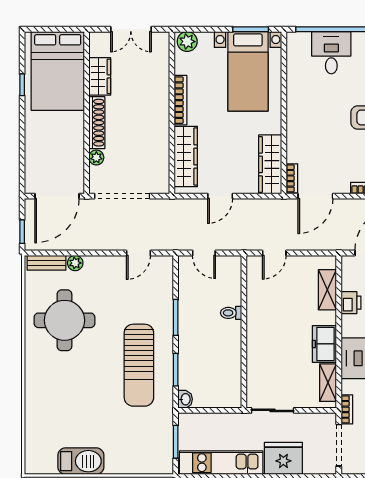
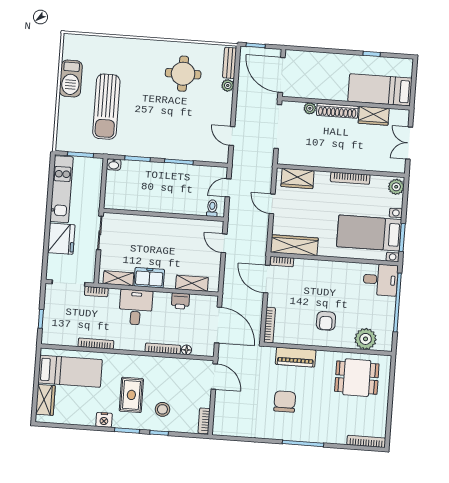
desk: (331, 53) -> (380, 280), moved
bed: (58, 71) -> (380, 90), width x0.67
wardrobe: (186, 157) -> (297, 178), width x0.67
toilet: (231, 313) -> (212, 208), moved
round table: (64, 320) -> (183, 74), width x0.73, depth x0.73
sun lounger: (139, 365) -> (106, 107), moved, turned -90

